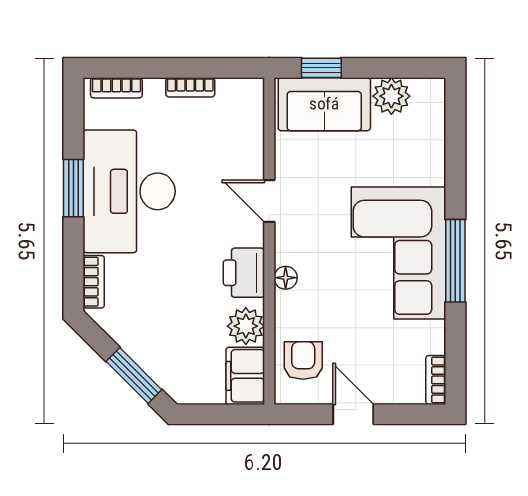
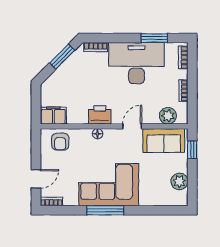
sofa: (324, 104) -> (164, 141), moved, turned -90
window: (73, 188) -> (154, 38), moved
plant: (246, 326) -> (168, 116), moved
armchair: (303, 361) -> (60, 142), turned 90
window: (134, 375) -> (62, 57), moved
door: (353, 414) -> (36, 179), moved

